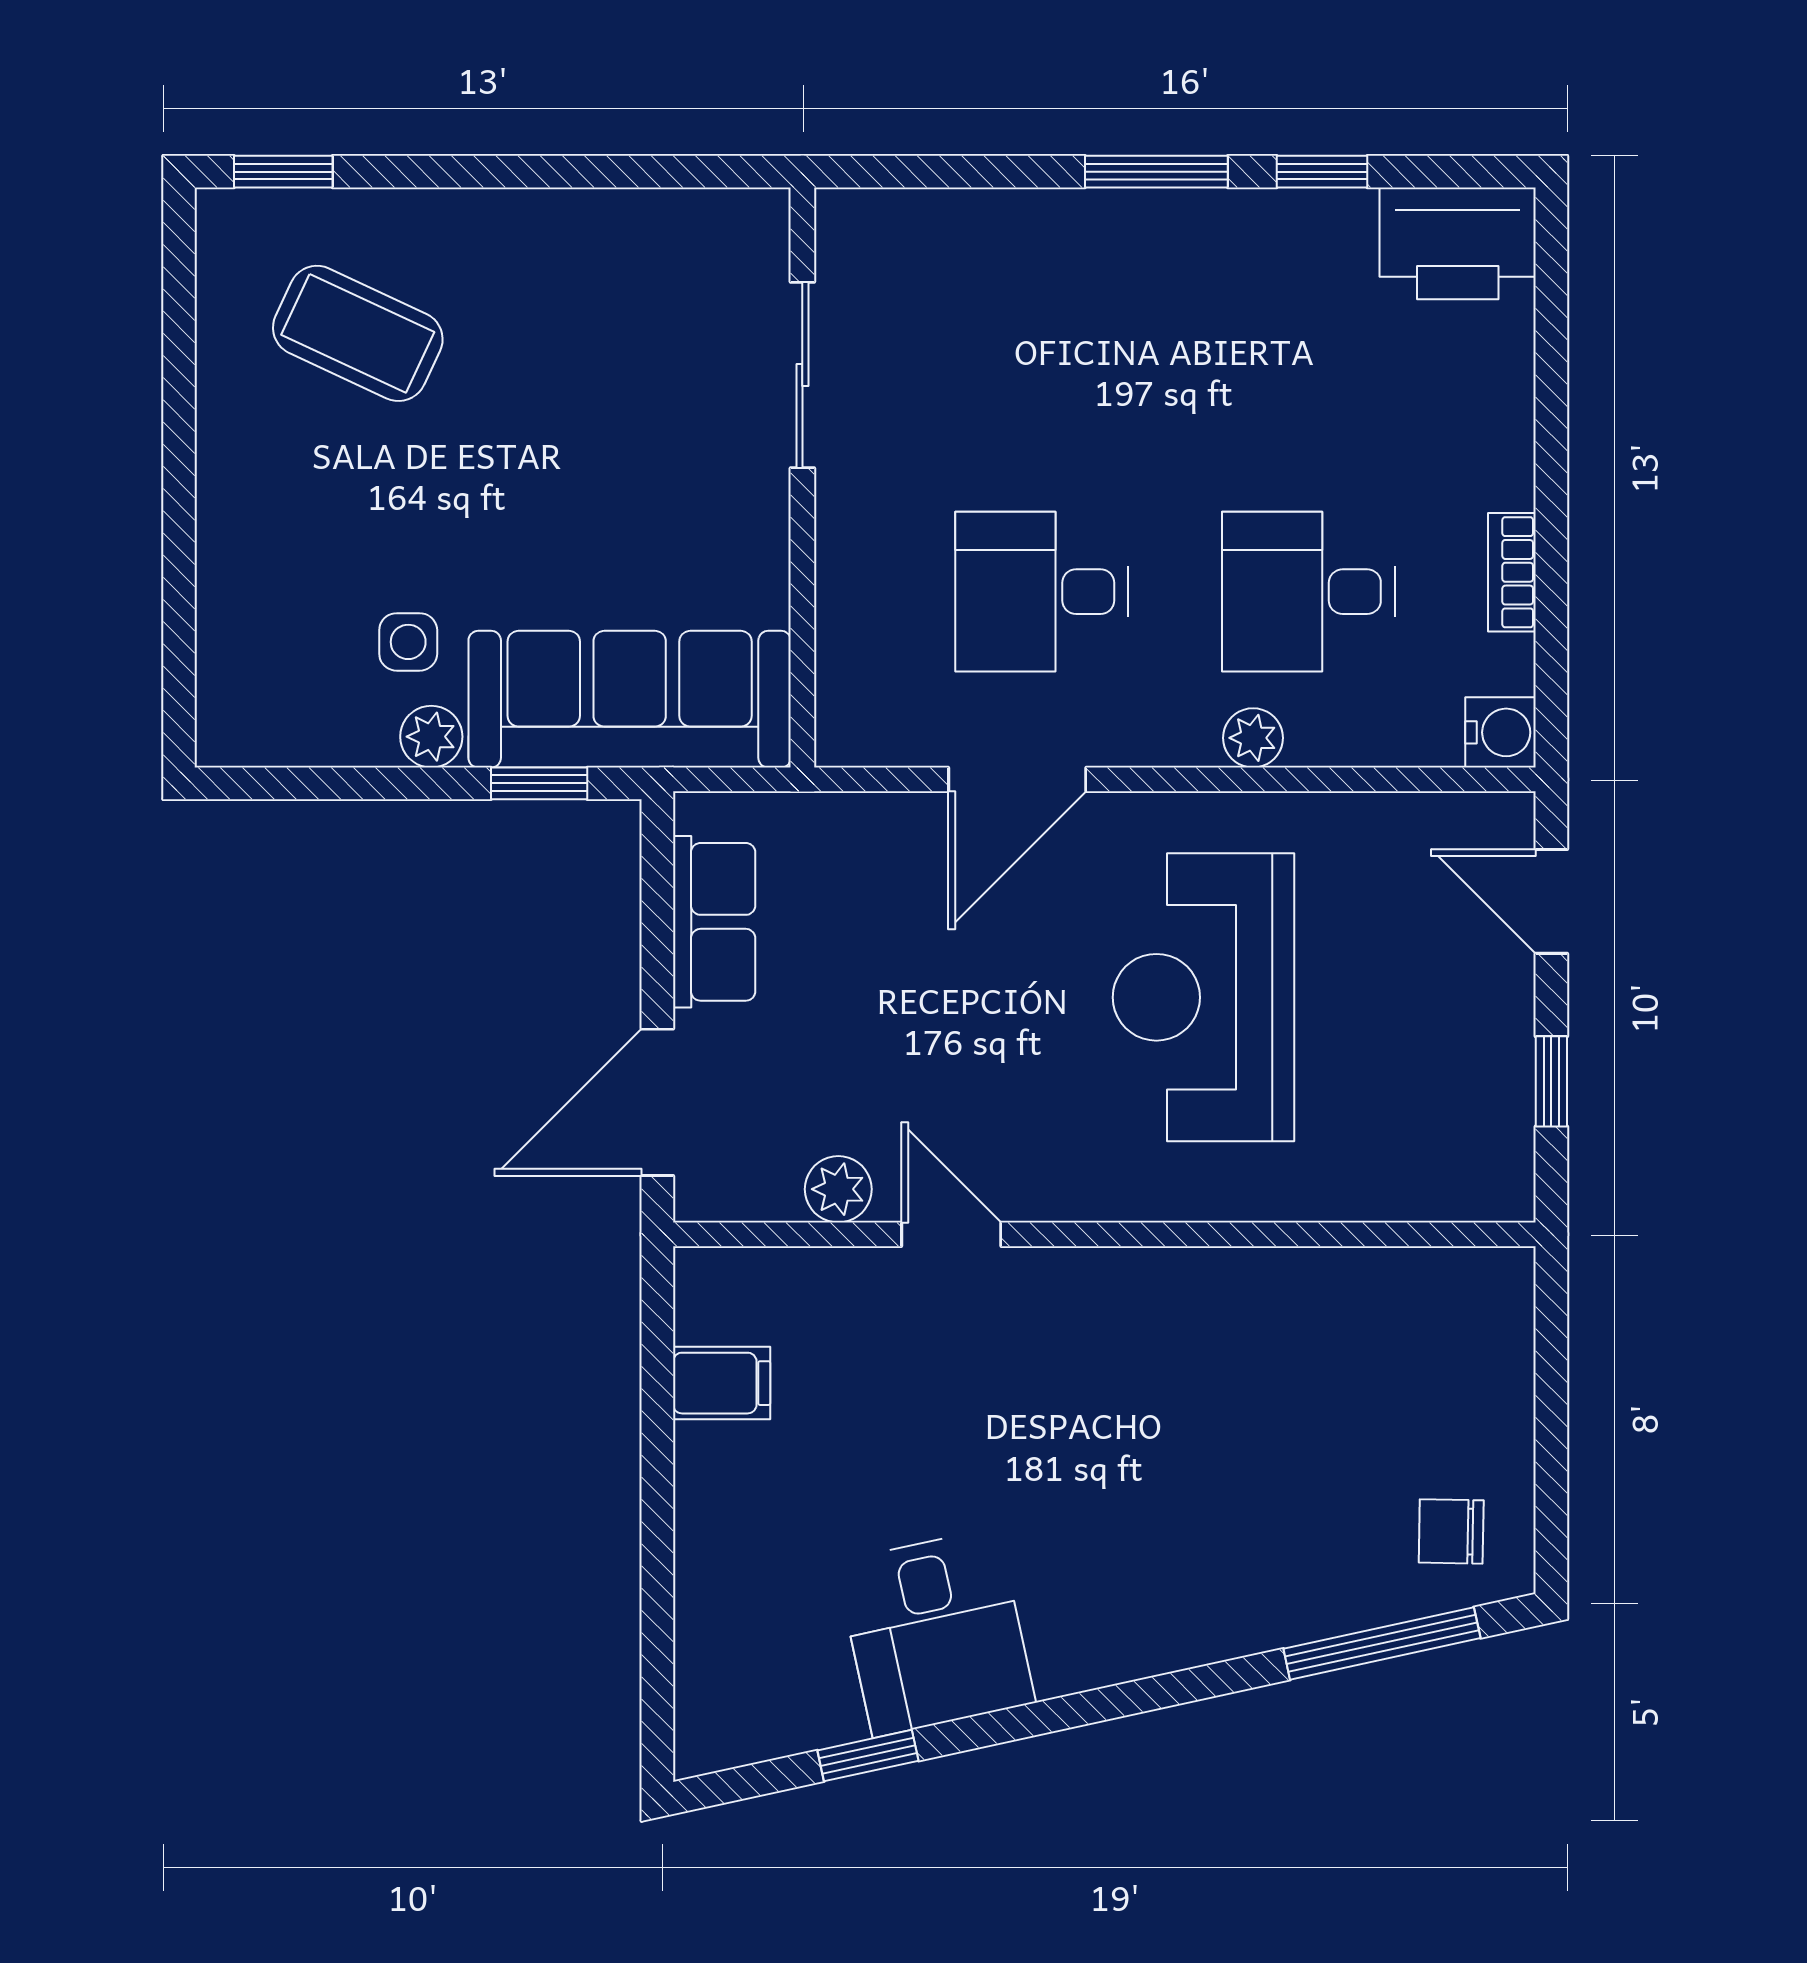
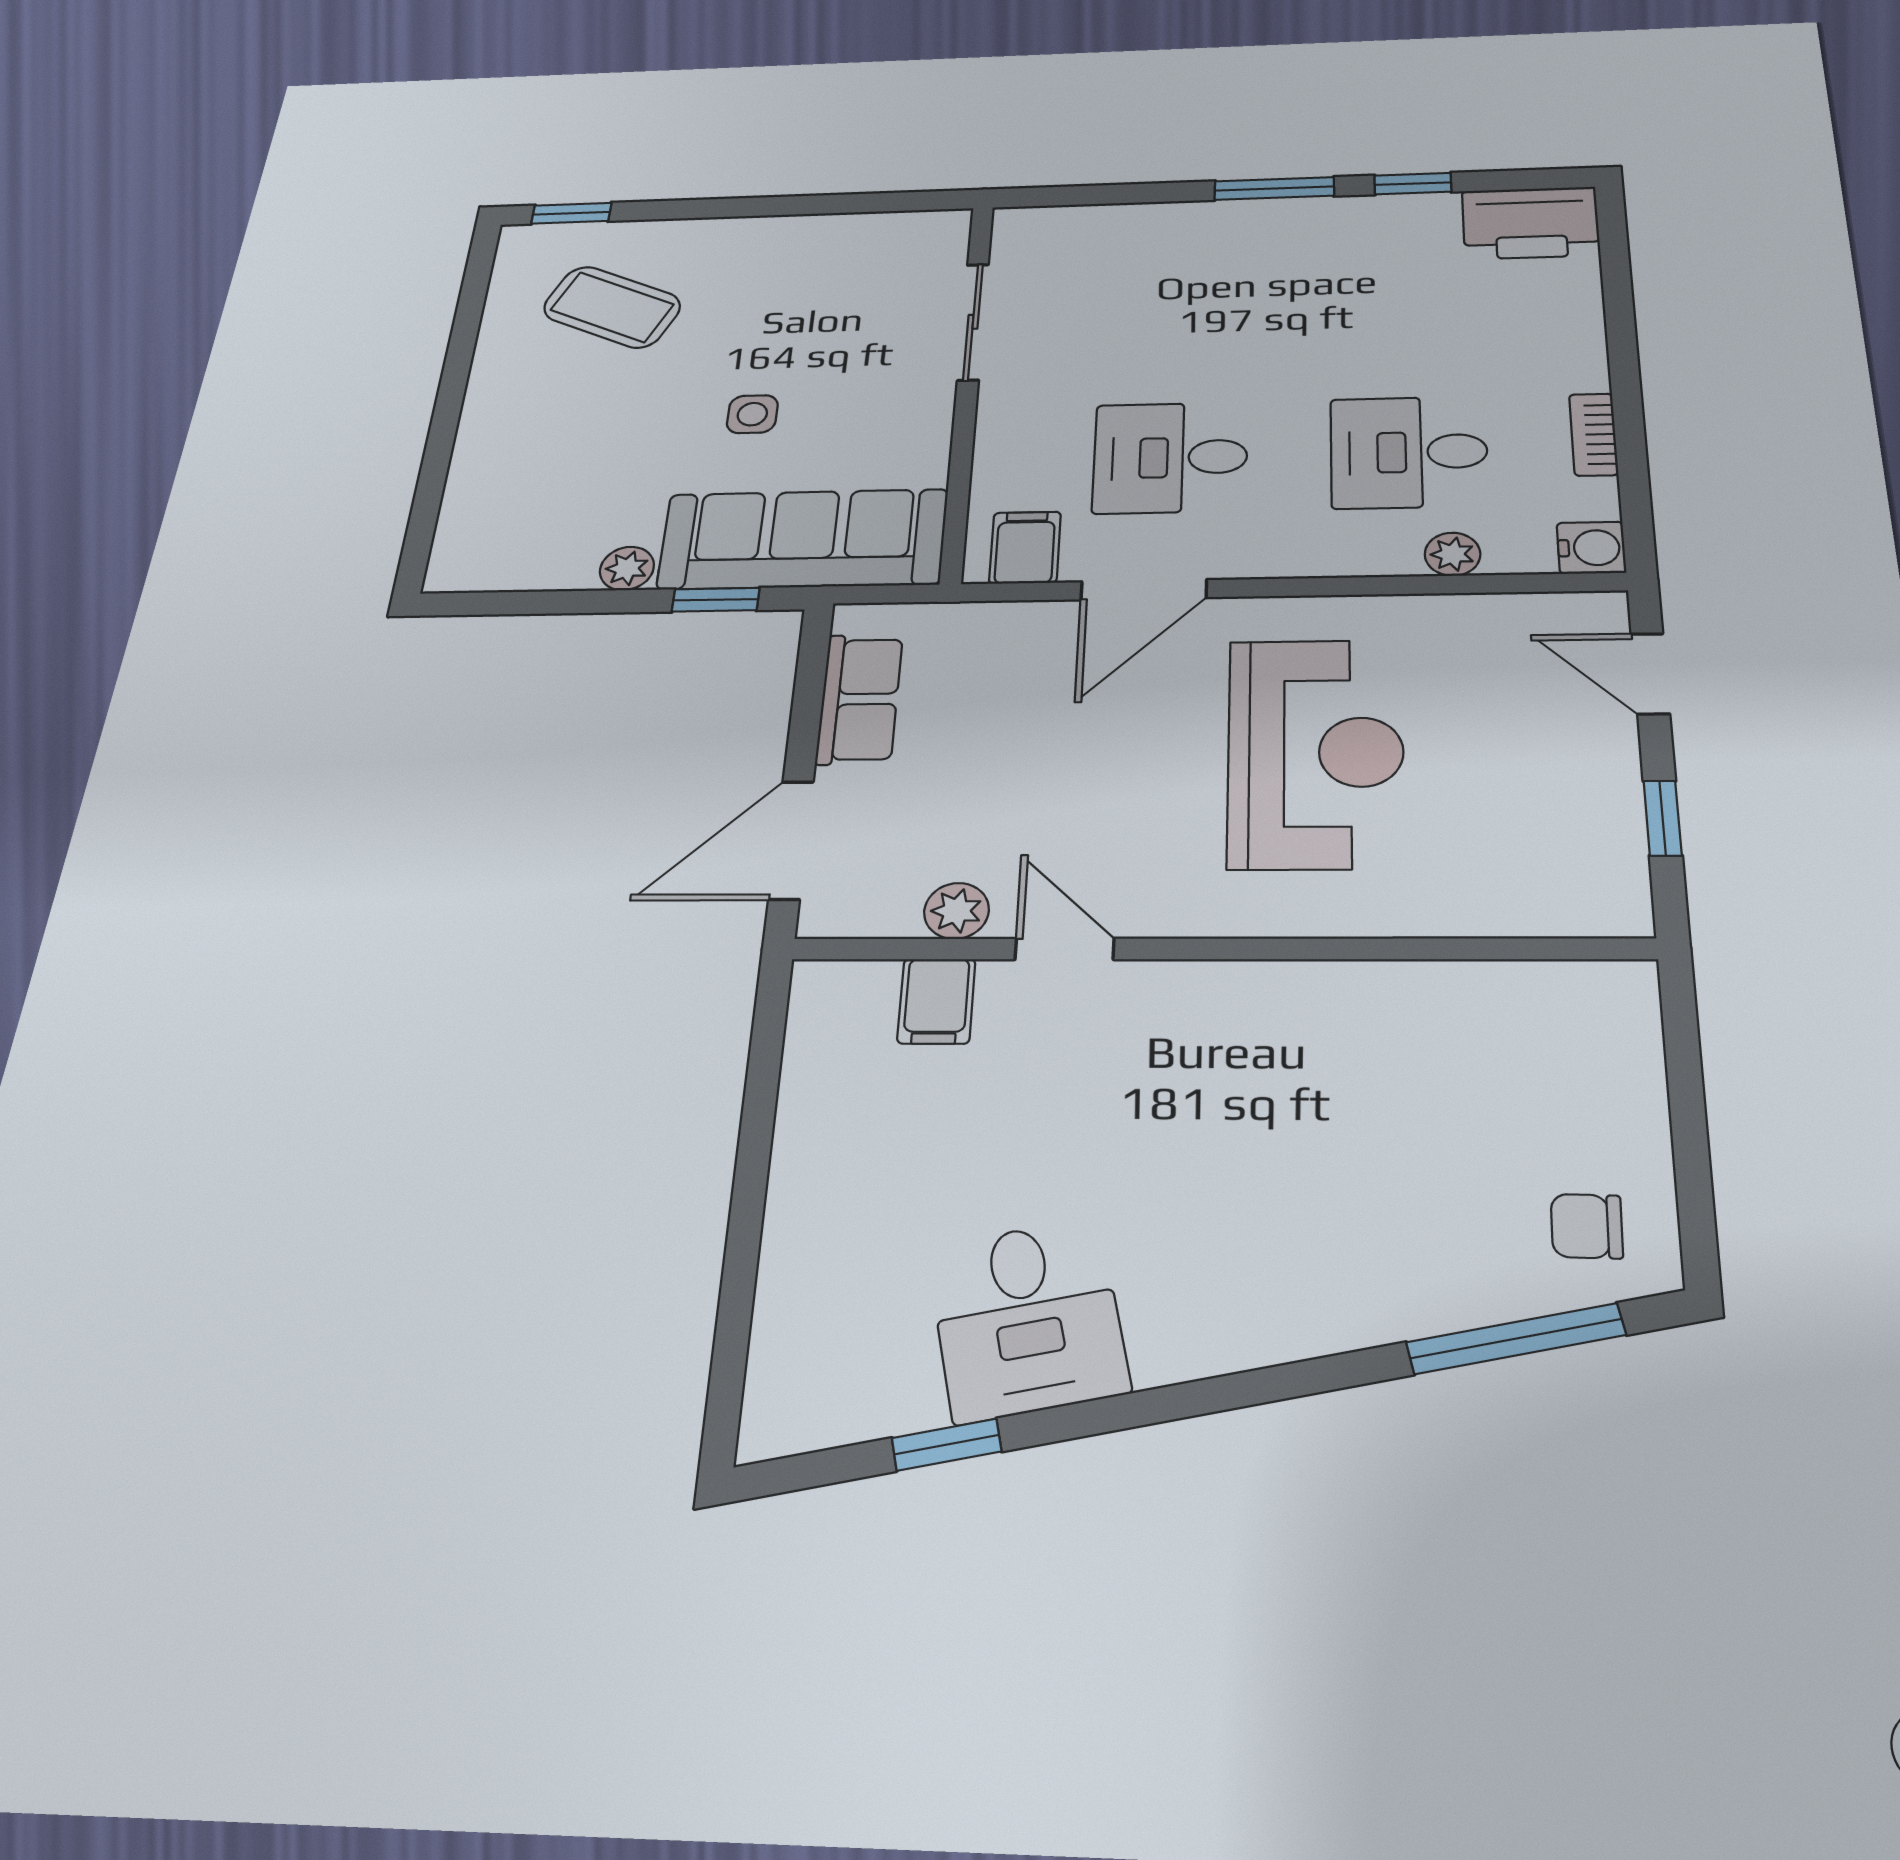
side table: (408, 642) -> (752, 414), moved
filing cabinet: (883, 717) -> (1025, 548), added
plant: (1253, 738) -> (1453, 554), moved
reception desk: (1203, 997) -> (1316, 752), turned 180
filing cabinet: (722, 1383) -> (936, 1001), moved, turned 90

